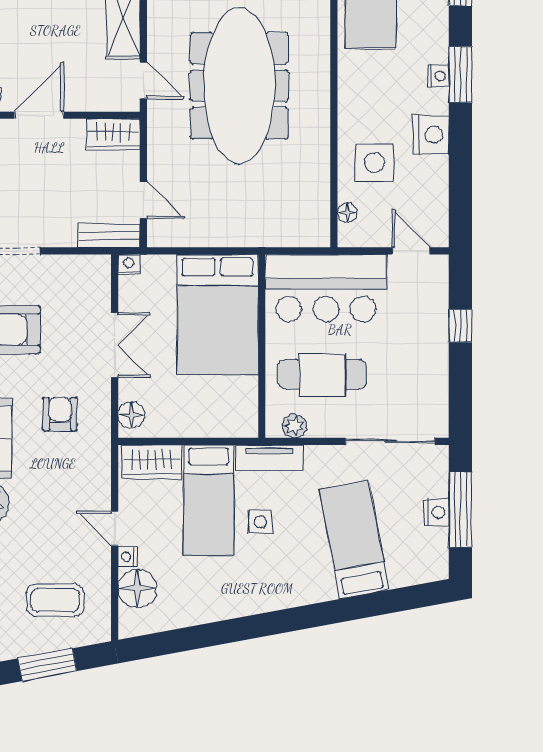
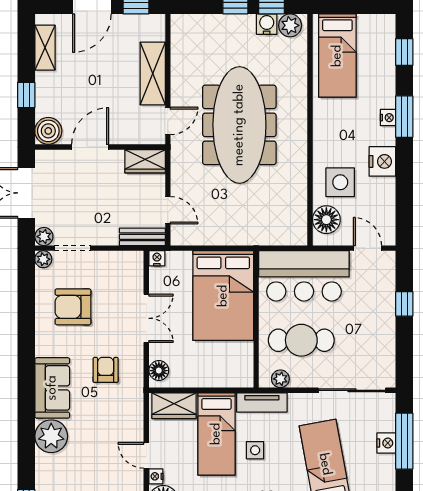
door: (143, 80) -> (168, 121), hinge flipped
floor lamp: (347, 213) -> (326, 220), width x1.89, depth x1.89

